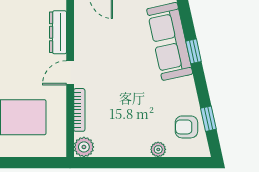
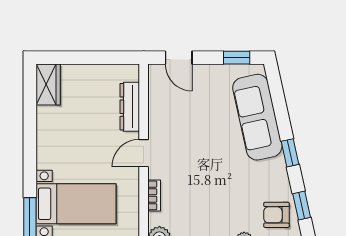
window: (194, 51) -> (290, 153), moved
bookcase: (79, 110) -> (154, 195), width x0.64

